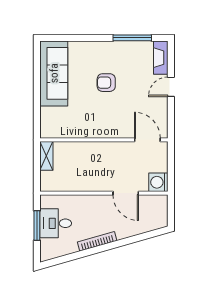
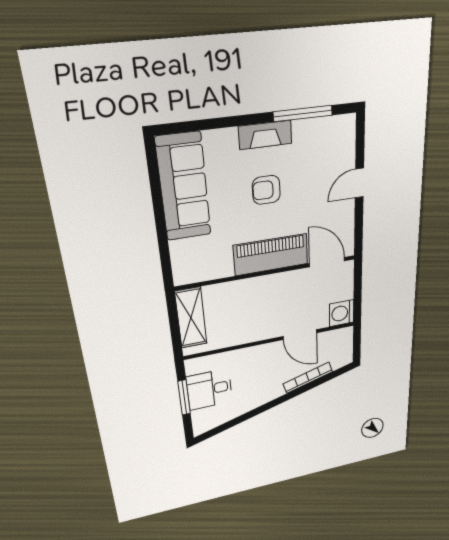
fireplace: (161, 58) -> (265, 135), moved, turned -90
piano: (107, 127) -> (271, 255), added
shelving: (46, 156) -> (191, 318), width x1.50, depth x1.33
bookcase: (97, 241) -> (308, 378), moved

